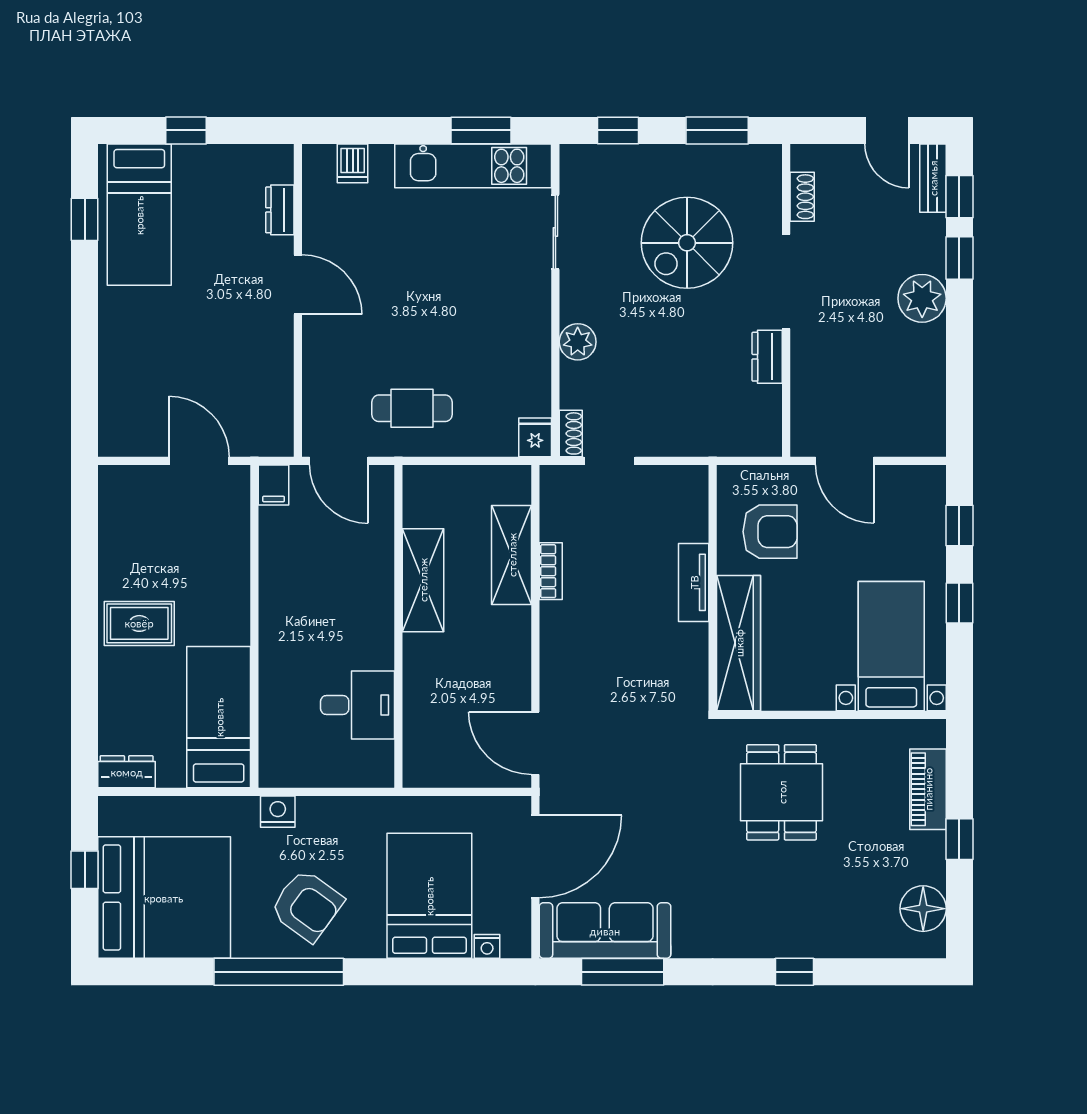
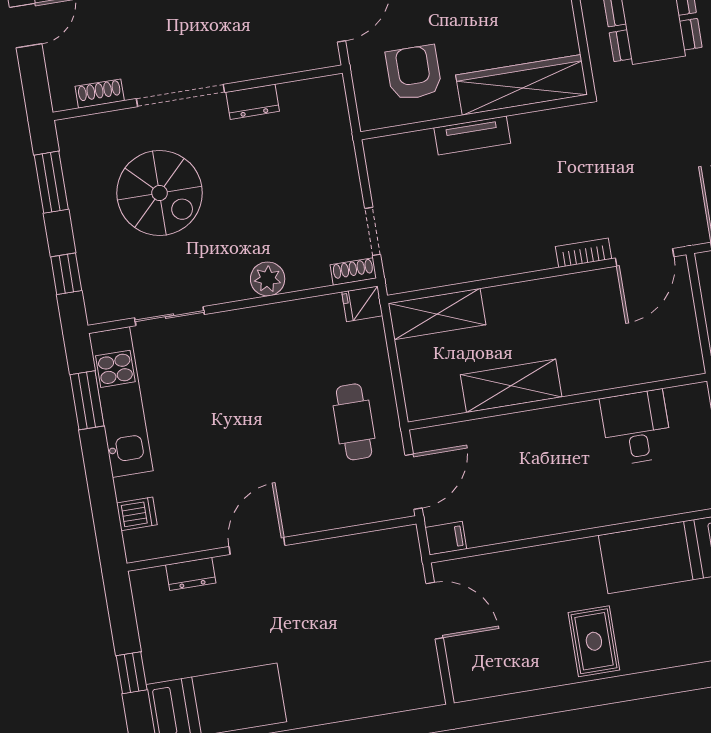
door: (199, 461) -> (435, 611), swing flipped
shelving: (512, 555) -> (437, 314), moved
bookcase: (551, 571) -> (583, 253), moved

